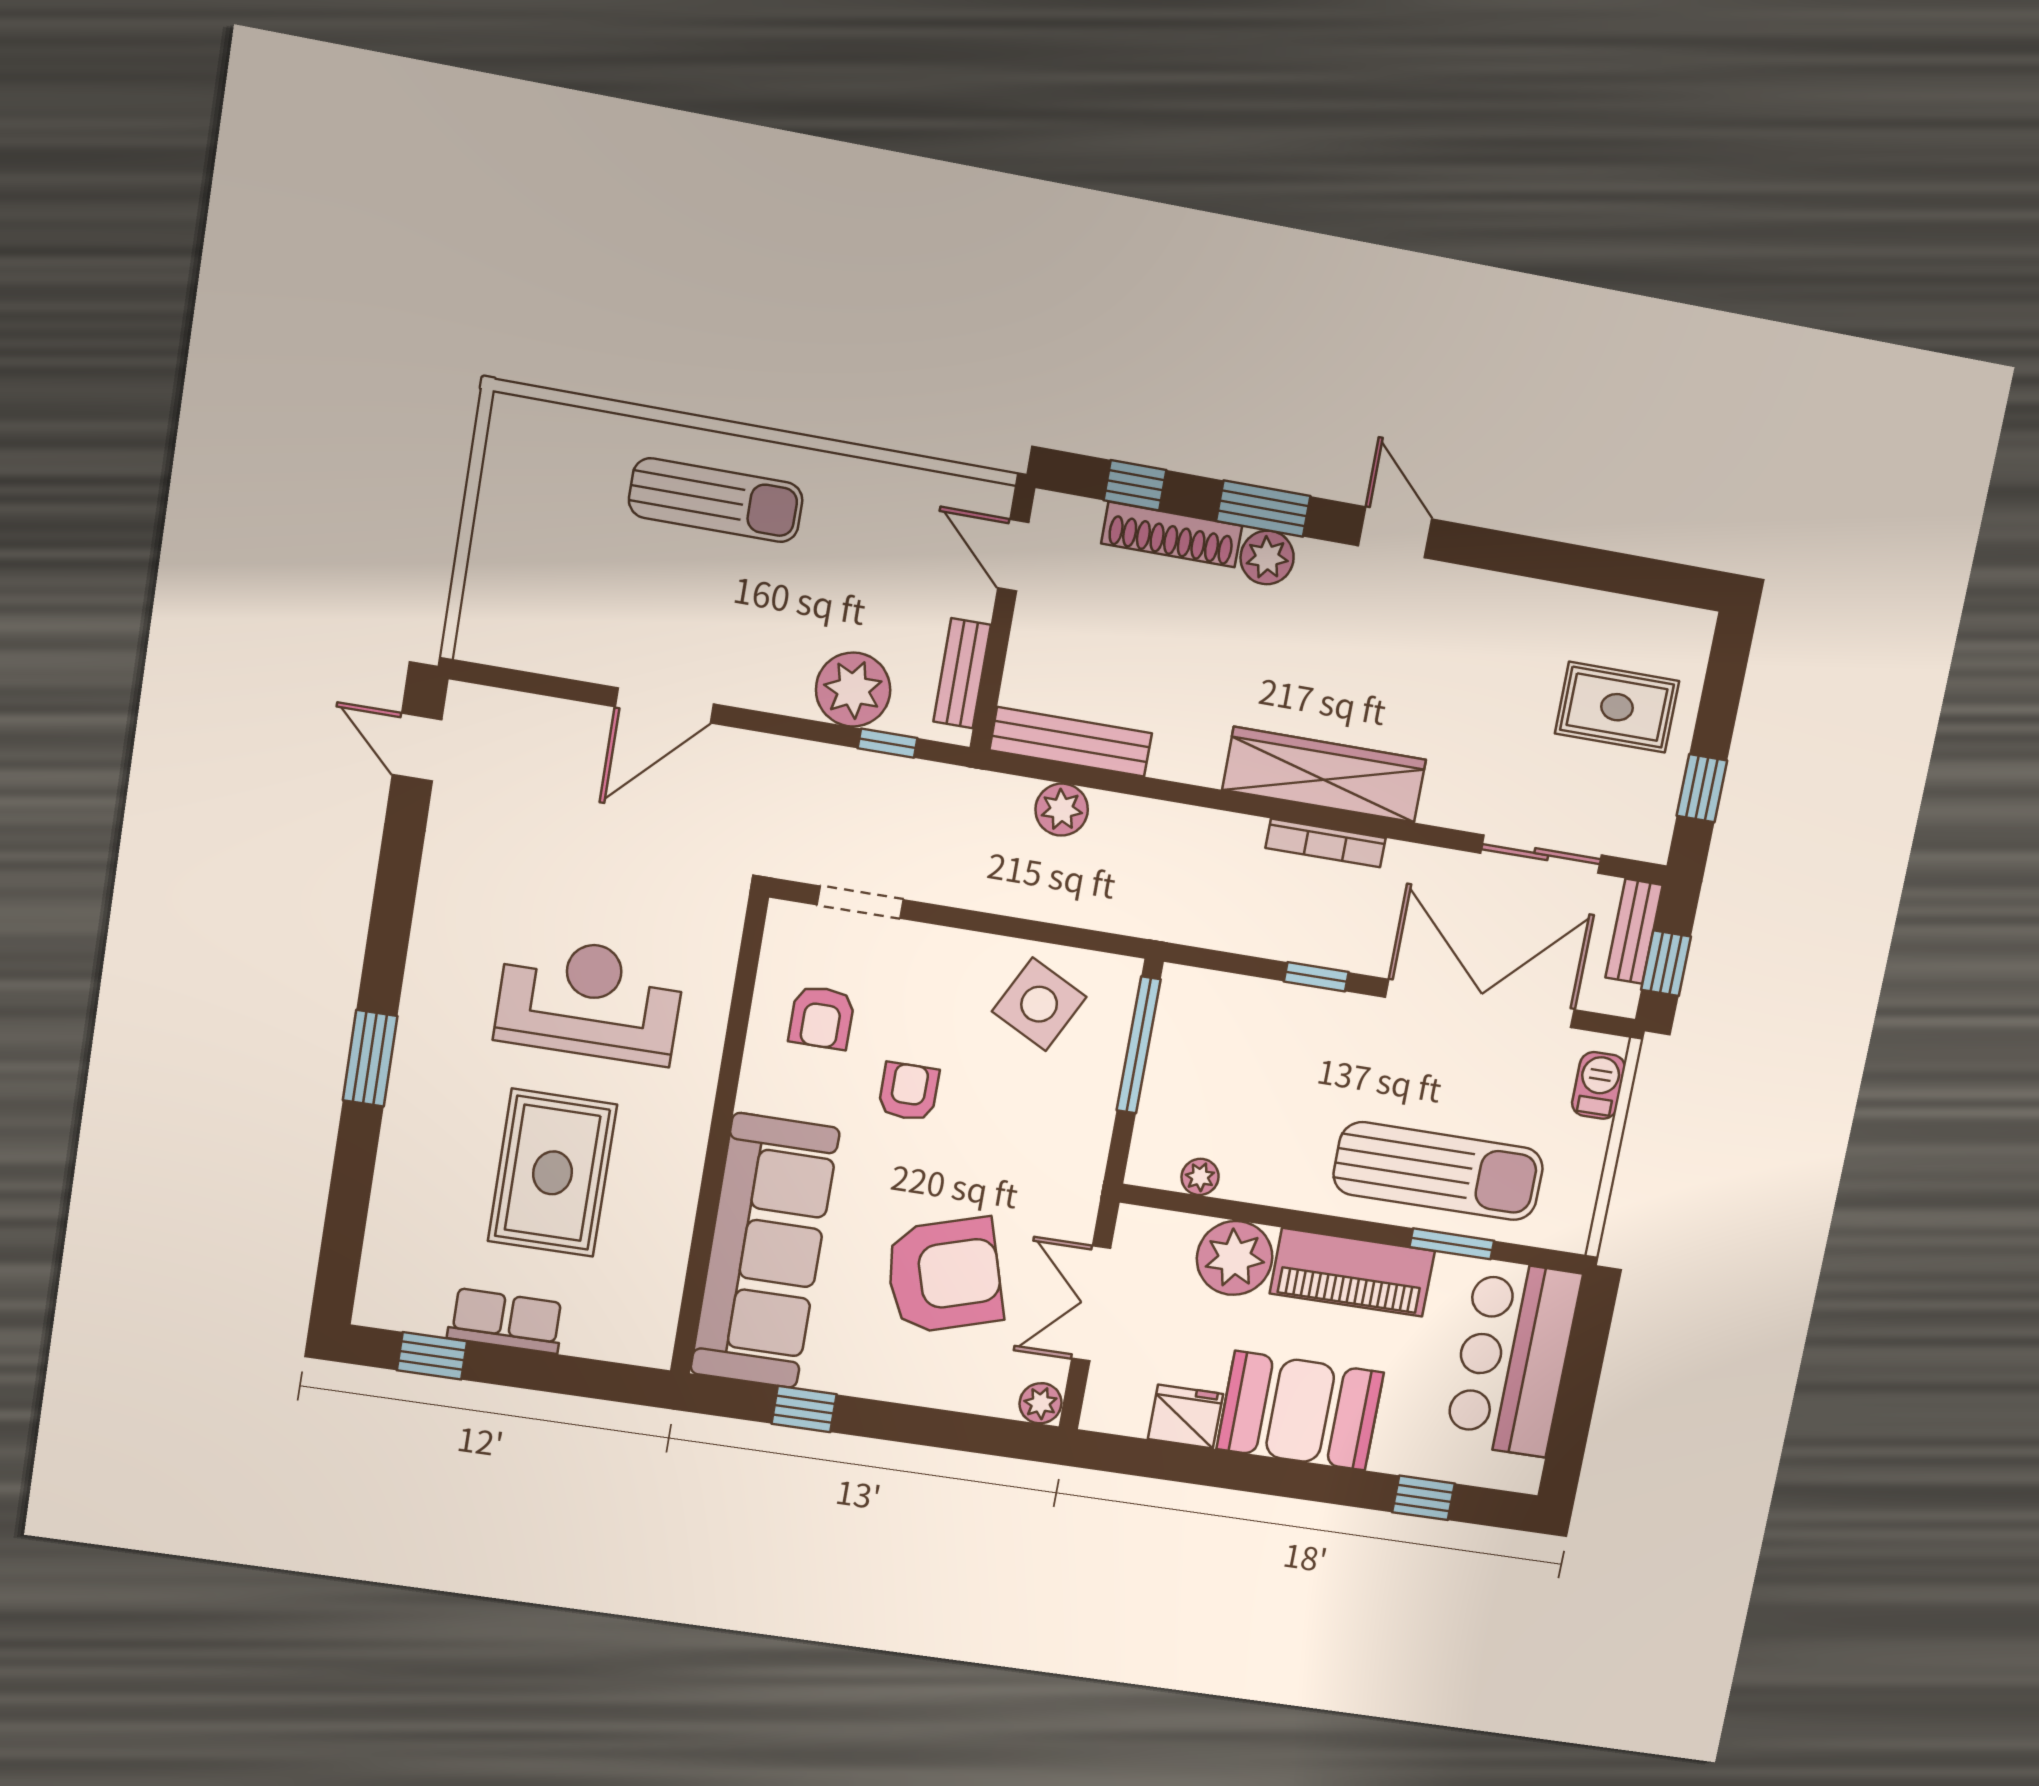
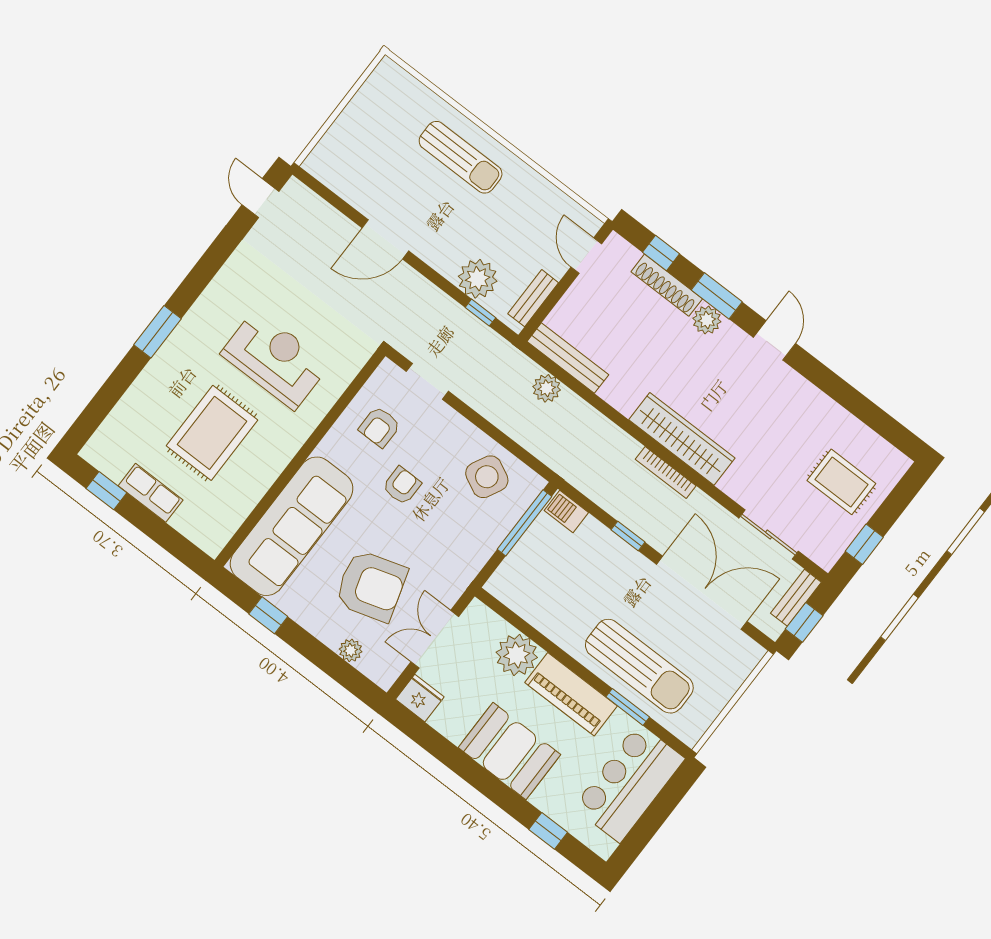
barbecue: (1599, 1085) -> (566, 512), moved, turned -90
plant: (1200, 1177) -> (521, 605), removed
plant: (1041, 1403) -> (351, 650), moved
fridge: (1185, 1416) -> (420, 698), moved

